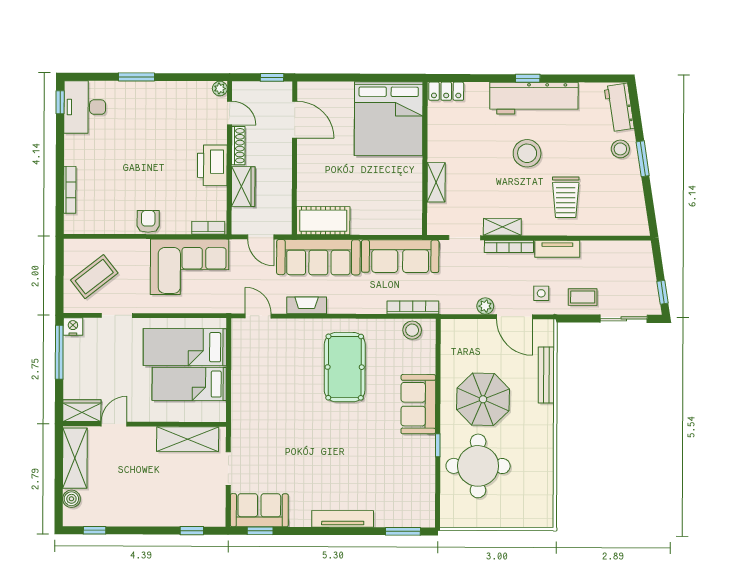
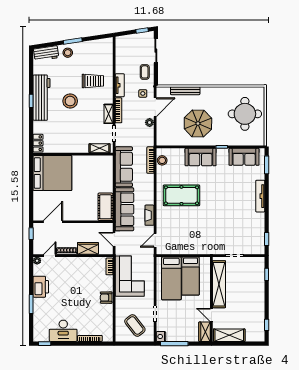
desk: (85, 107) -> (63, 331), moved
printer: (212, 165) -> (41, 287), moved, turned -90
shelving: (436, 182) -> (100, 148), moved
door: (261, 237) -> (114, 239), swing flipped
shelving: (188, 439) -> (219, 284), width x1.47
round table: (478, 466) -> (245, 114), moved
boiler: (71, 499) -> (250, 337), removed
sofa: (259, 510) -> (244, 157), moved, turned -90

